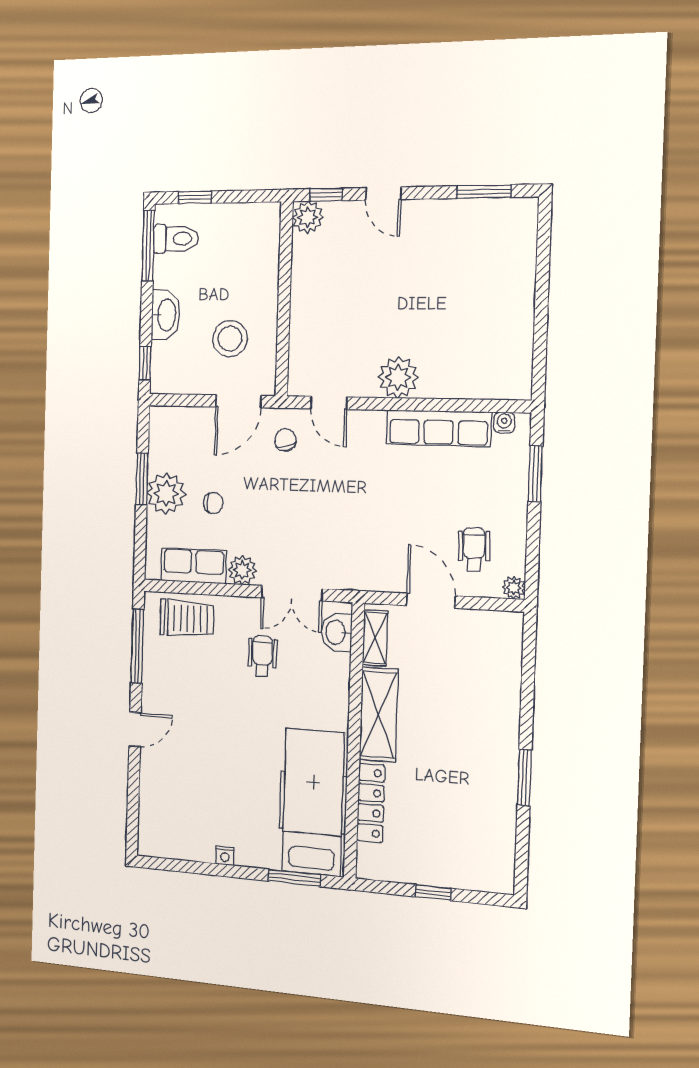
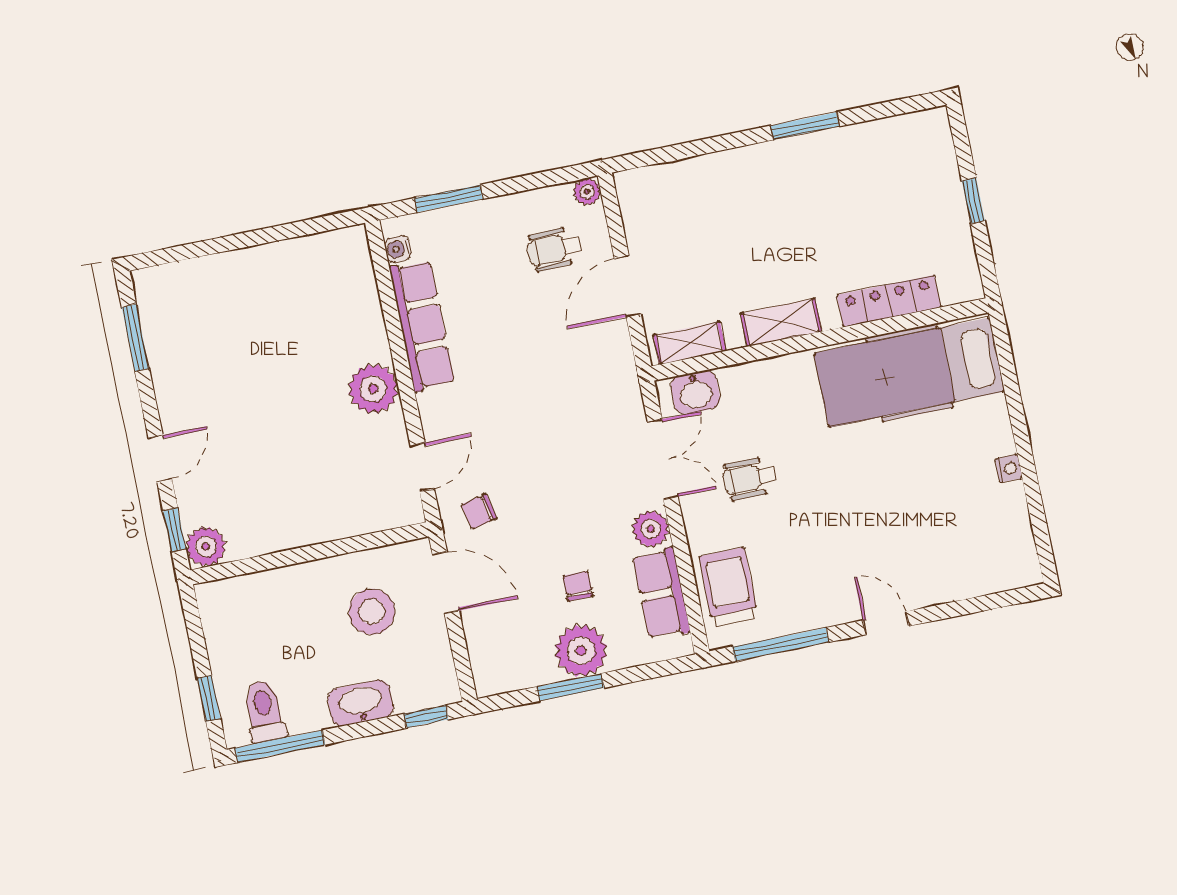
shelving: (379, 714) -> (781, 322), width x0.67, depth x0.75
window: (294, 878) -> (1009, 374), removed

